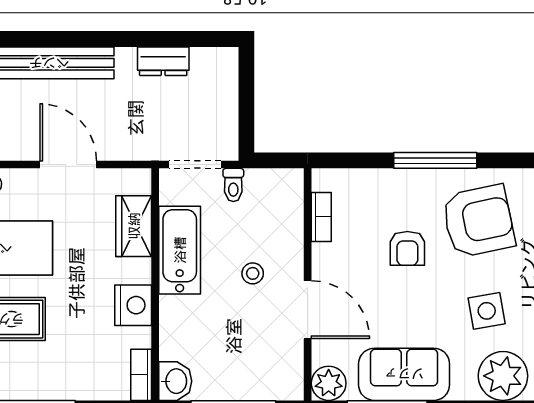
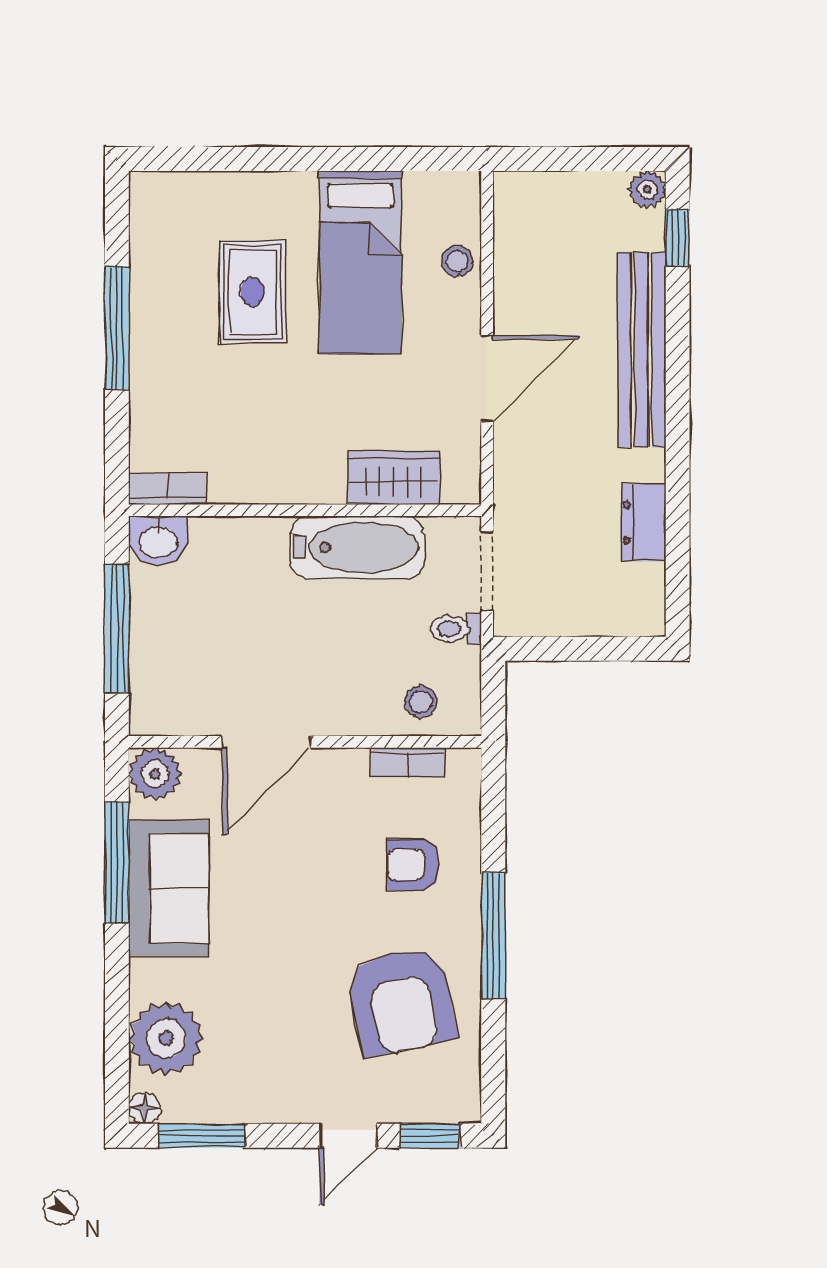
armchair: (407, 248) -> (413, 865), moved
stool: (253, 273) -> (421, 702), moved
nightstand: (133, 305) -> (274, 477), removed
side table: (487, 311) -> (265, 1014), removed

